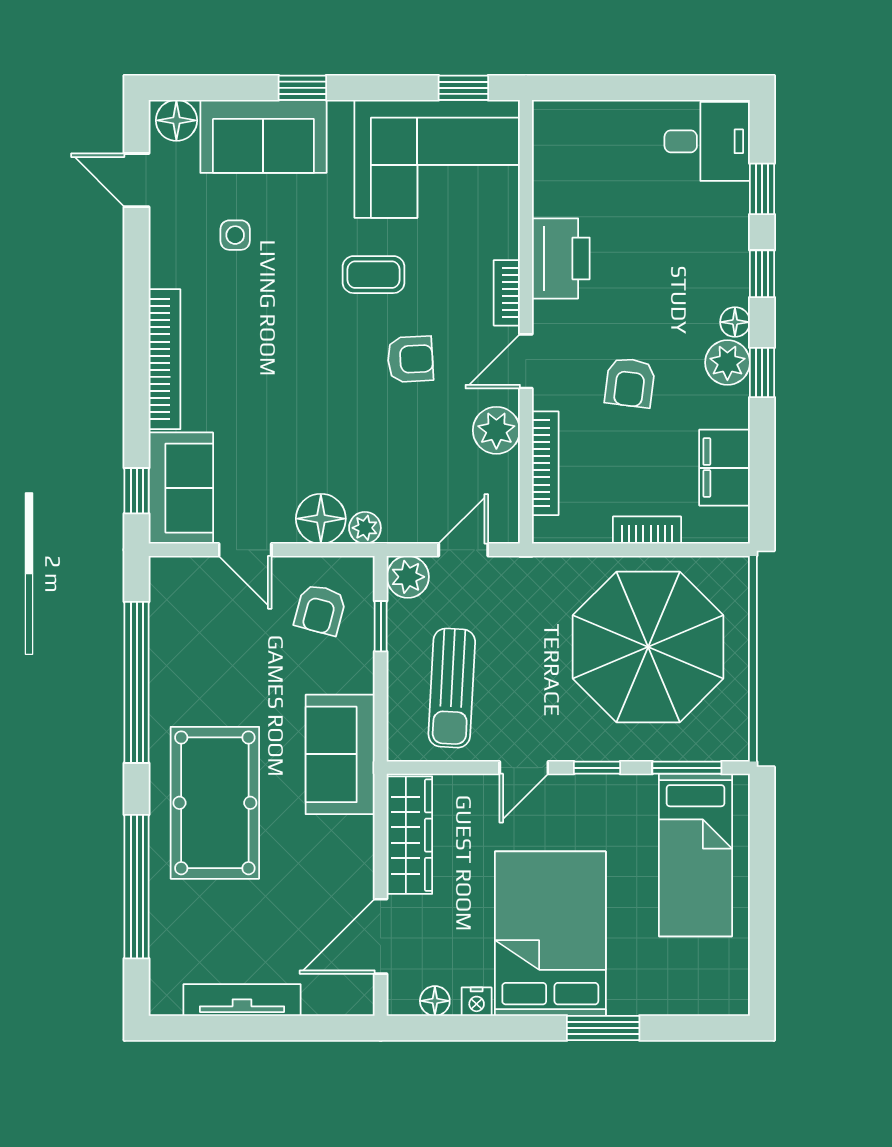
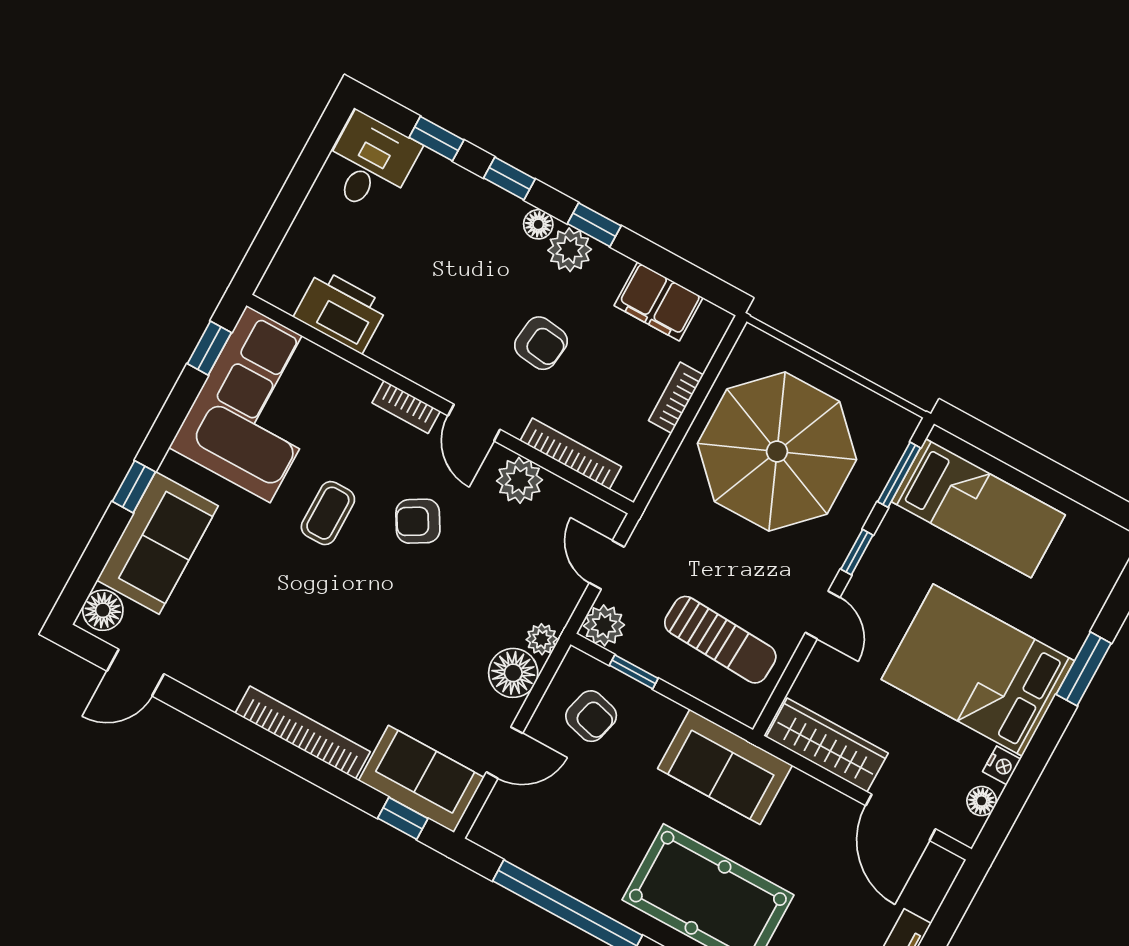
side table: (235, 235) -> (229, 614), removed
printer: (561, 258) -> (341, 311), moved
armchair: (410, 359) -> (418, 521), turned -117

